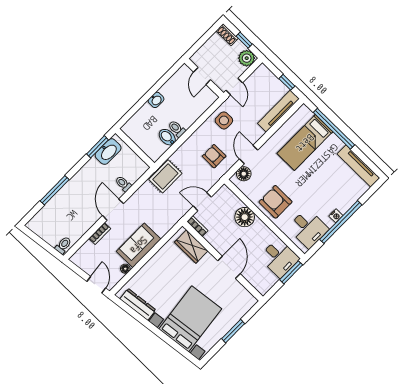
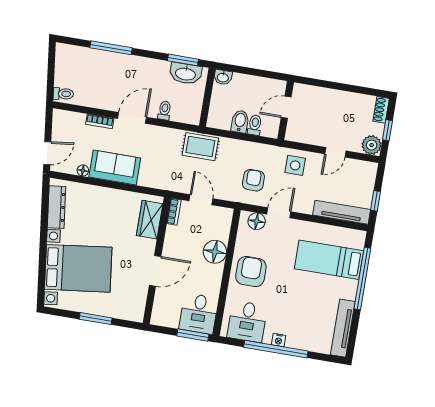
door: (202, 76) -> (286, 107), moved
wall: (204, 78) -> (286, 111), moved
washbasin: (156, 100) -> (223, 77), moved

